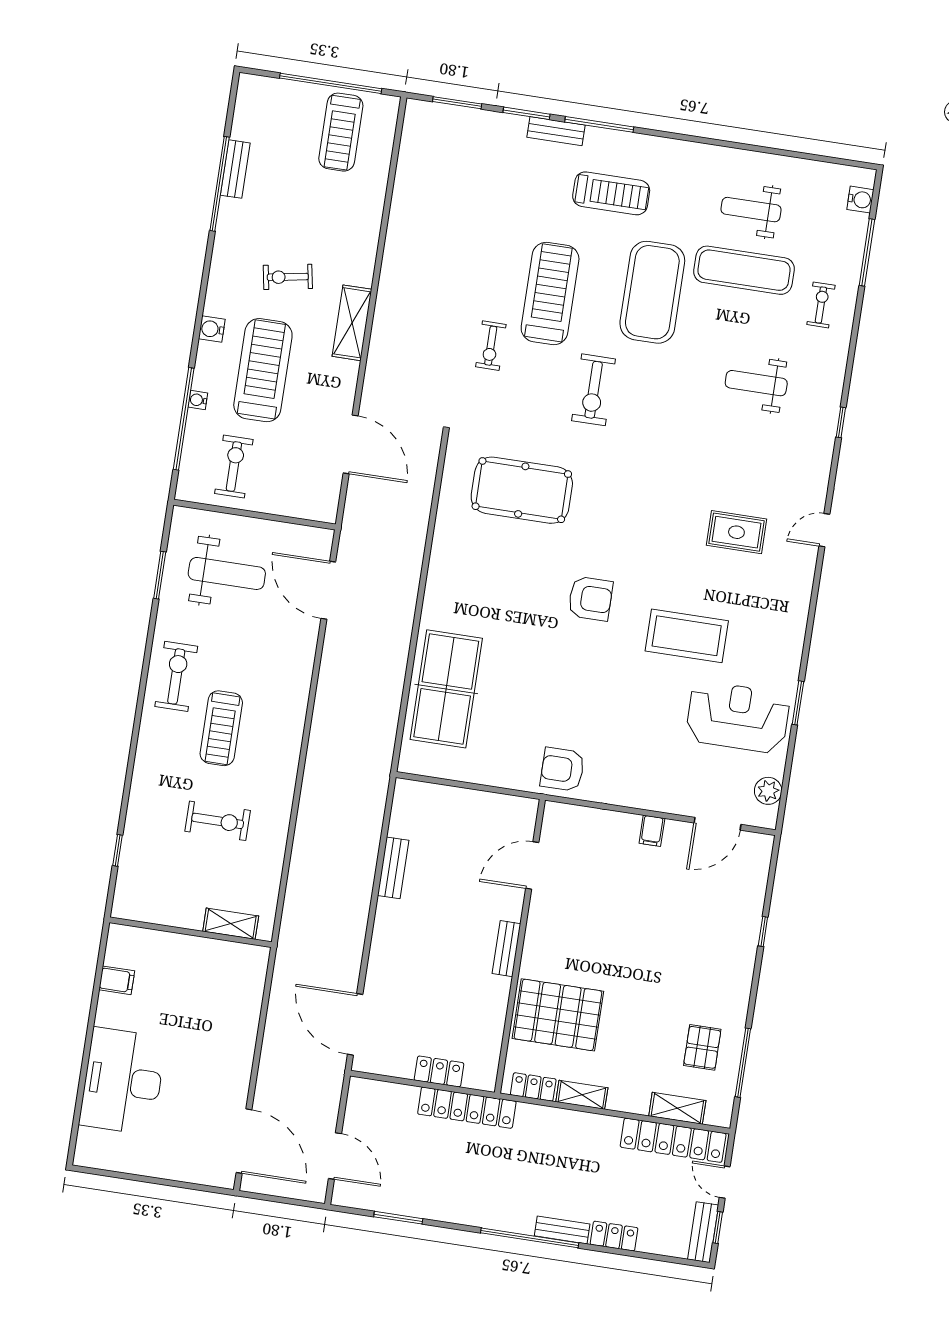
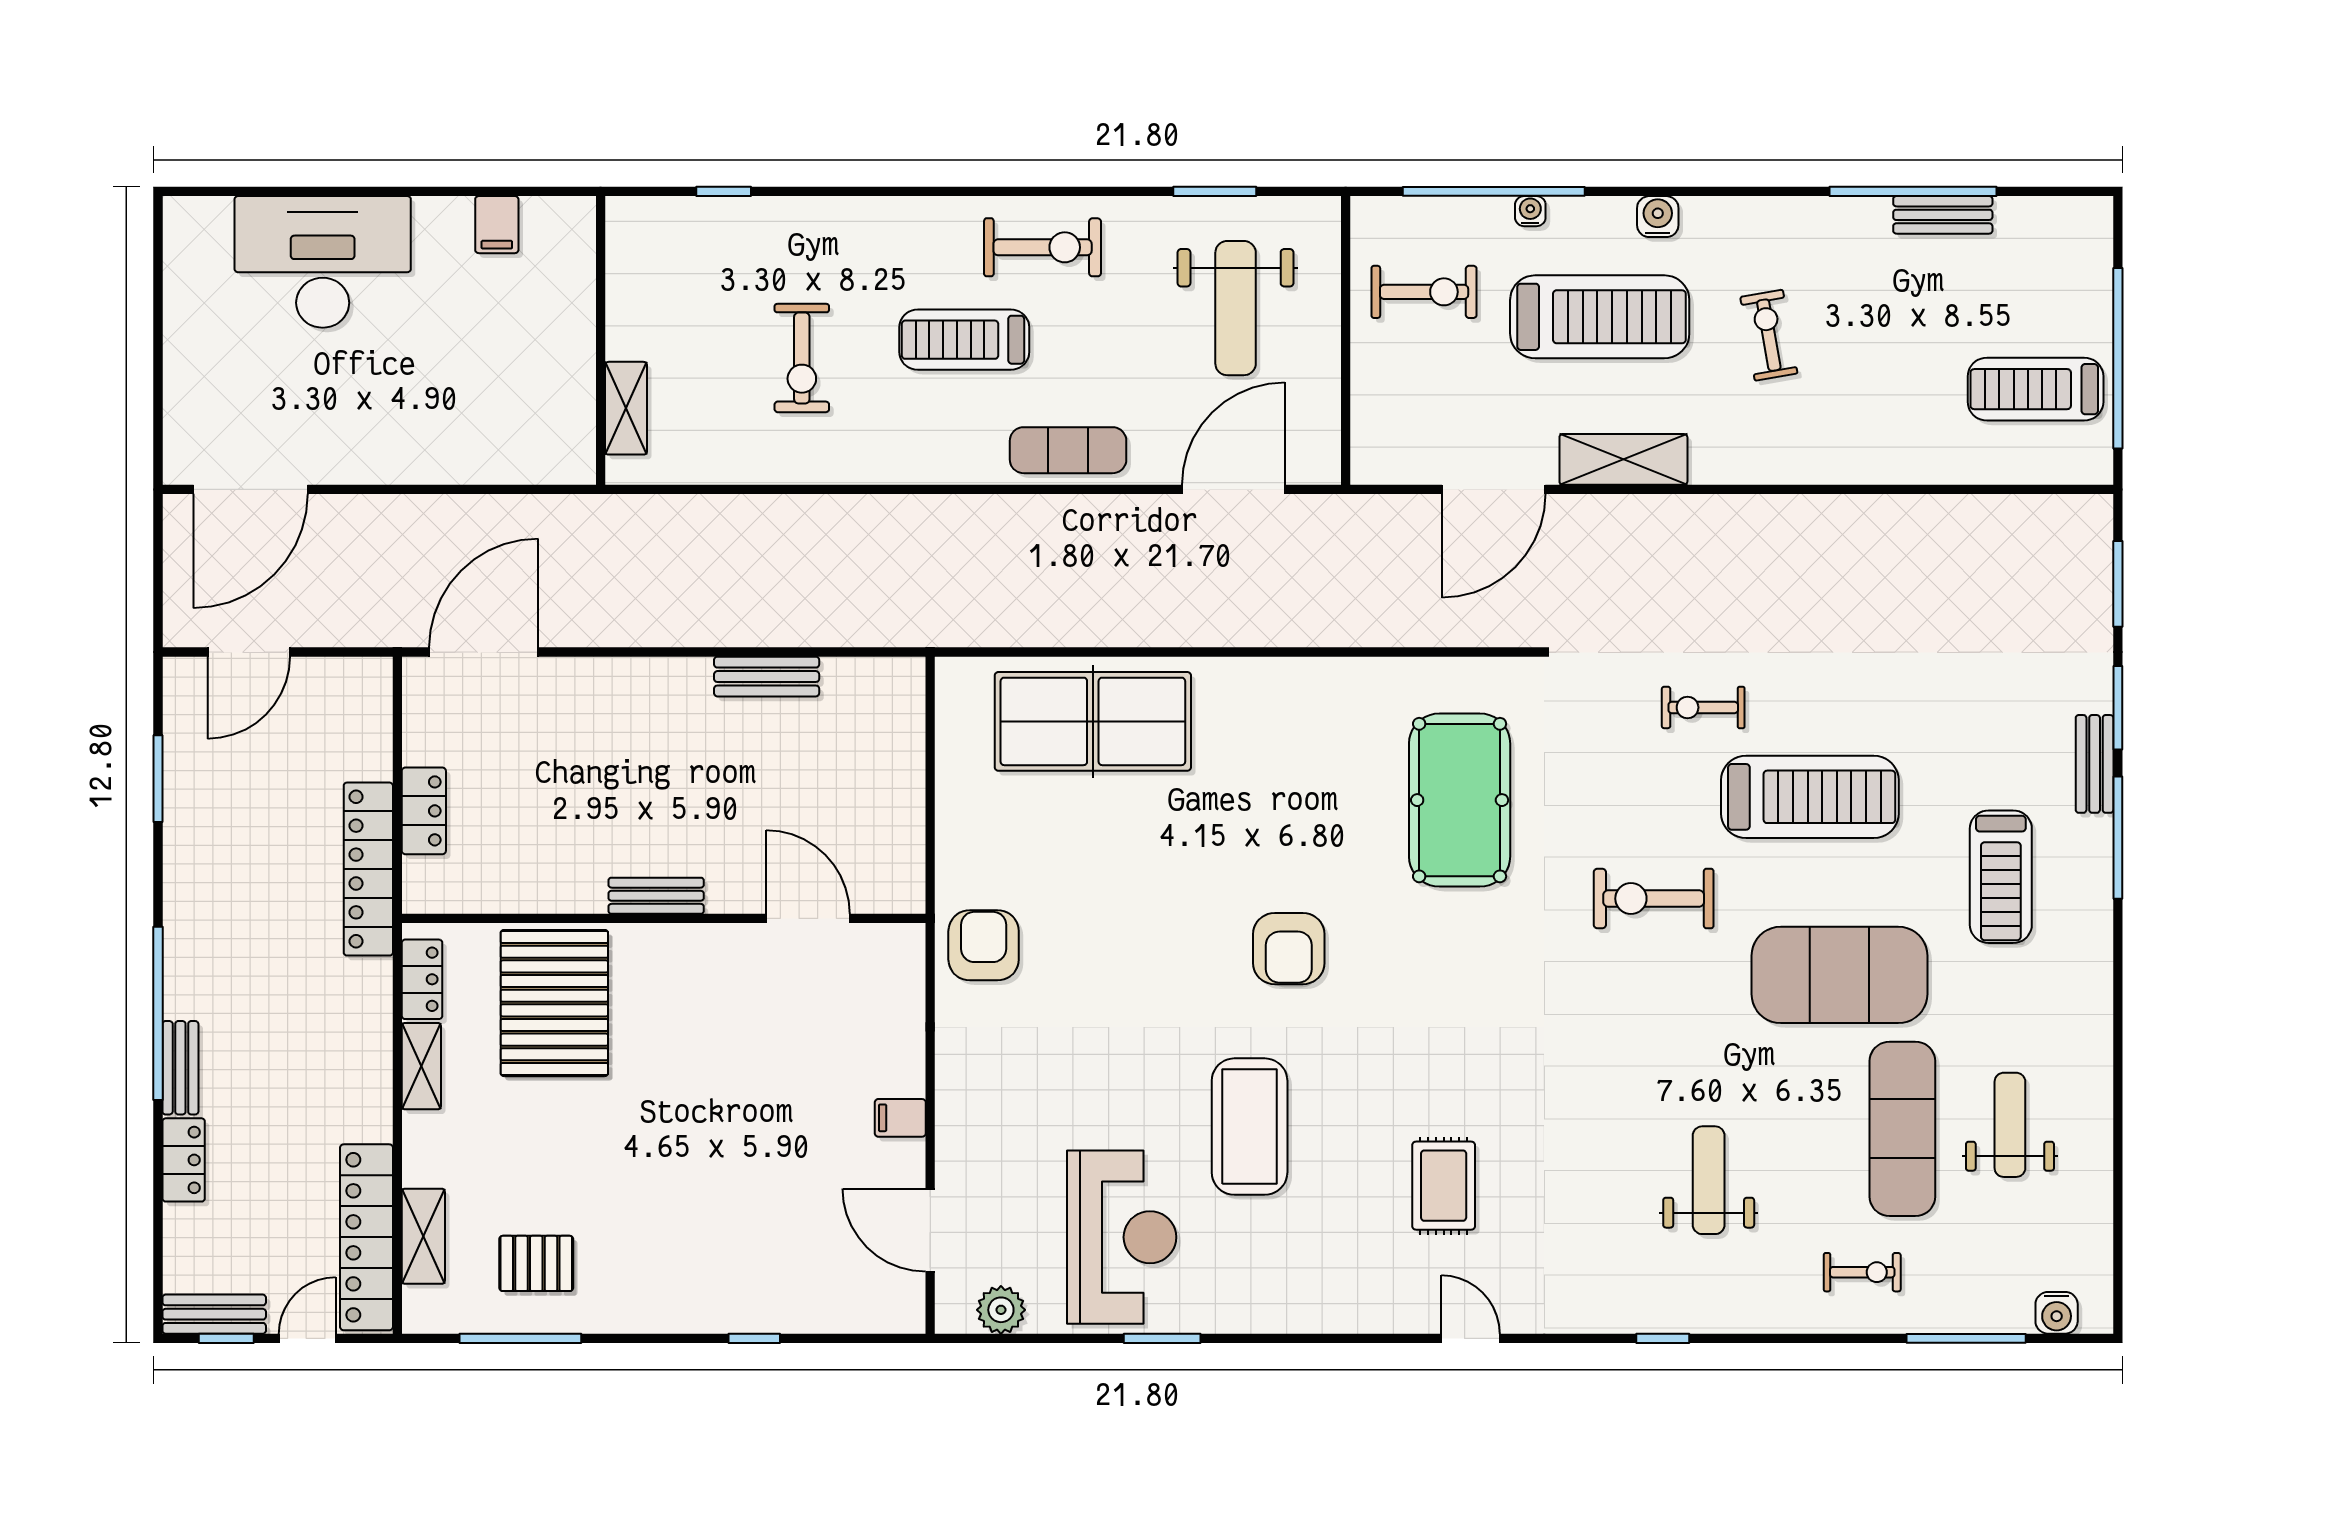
shelving: (352, 323) -> (1623, 459), moved
exercise mat: (292, 680) -> (1068, 450), added

